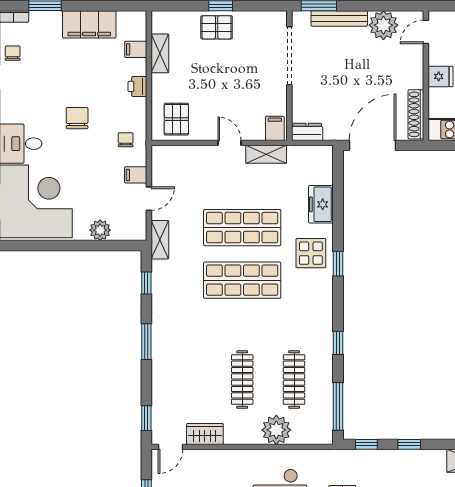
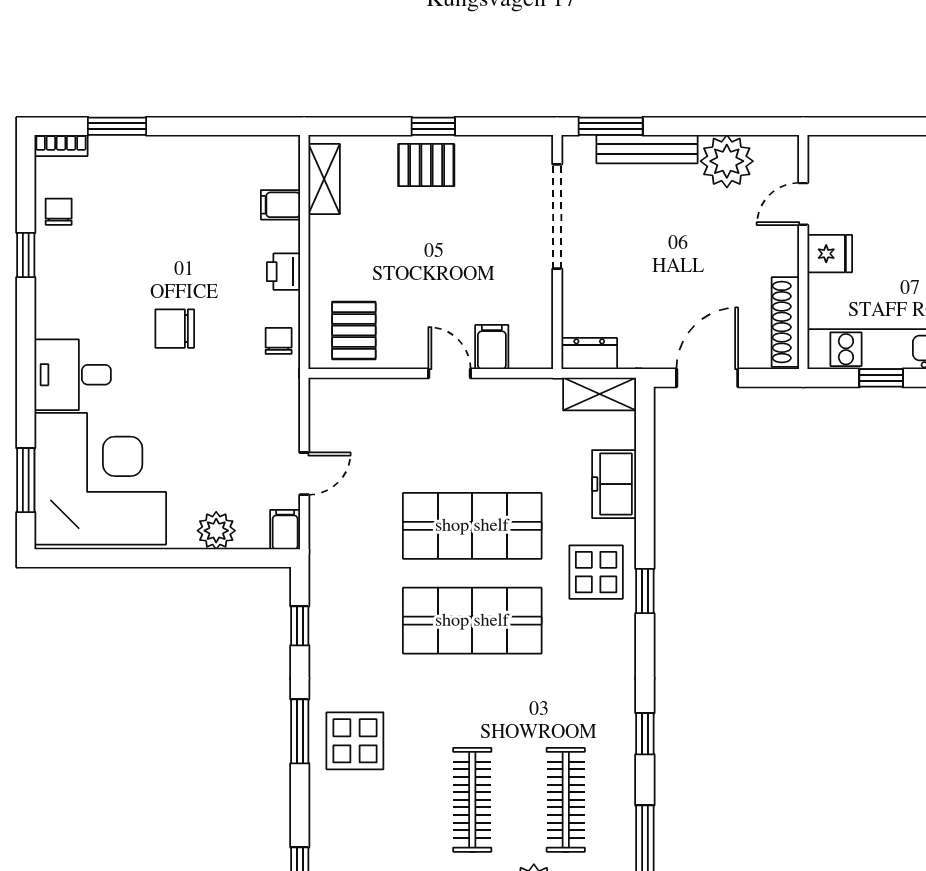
filing cabinet: (89, 24) -> (197, 160), removed
door: (426, 32) -> (803, 204), moved
shelving: (160, 53) -> (324, 179), moved
chair: (77, 118) -> (175, 329), turned -90
filing cabinet: (275, 128) -> (492, 347), moved
chair: (126, 140) -> (279, 341), moved
door: (373, 145) -> (707, 378), width x0.73
shelving: (266, 154) -> (600, 394), moved
filing cabinet: (136, 175) -> (285, 530), moved, turned 90
shelving: (160, 240) -> (324, 548), removed
display table: (177, 347) -> (355, 741), added

